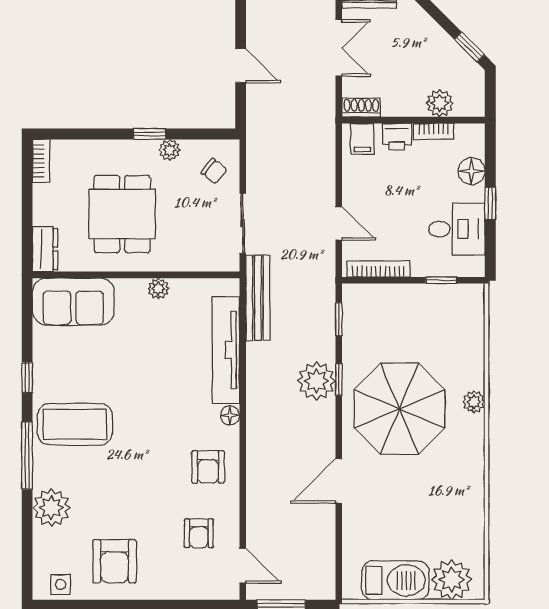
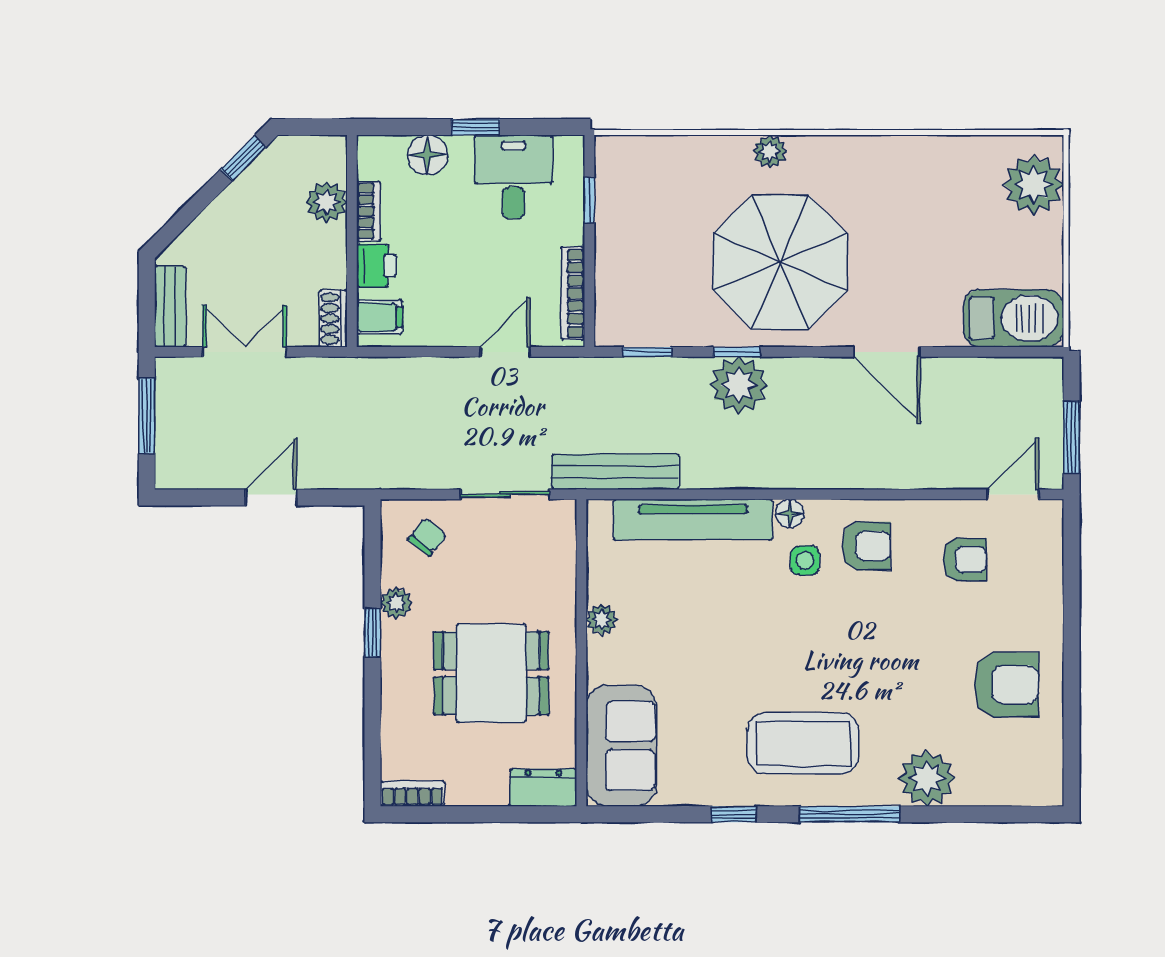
coffee table: (75, 424) -> (803, 743), turned 90
barbecue: (395, 580) -> (1013, 318), moved, turned 90
side table: (61, 584) -> (805, 560), moved

